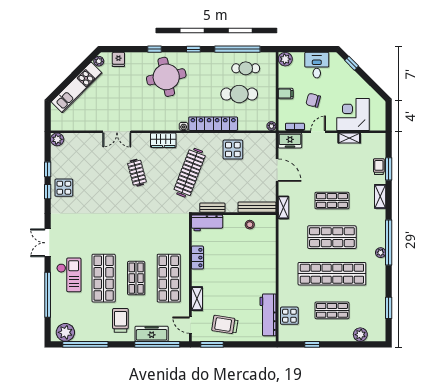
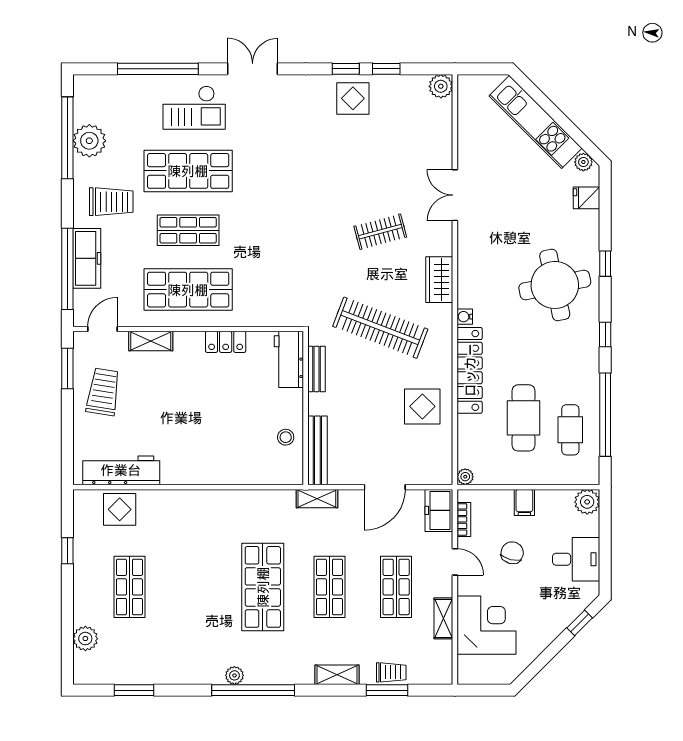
shop shelf: (332, 274) -> (396, 587), moved, width x0.50, depth x0.74
plant: (65, 332) -> (89, 141), moved

